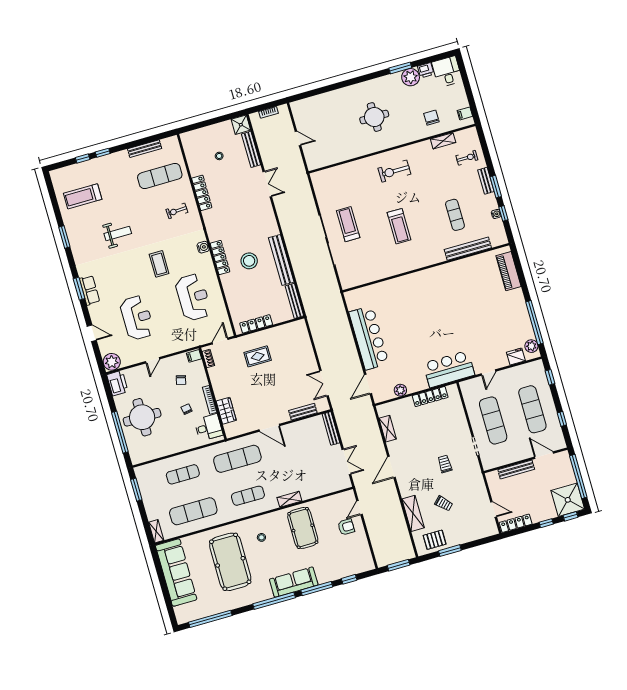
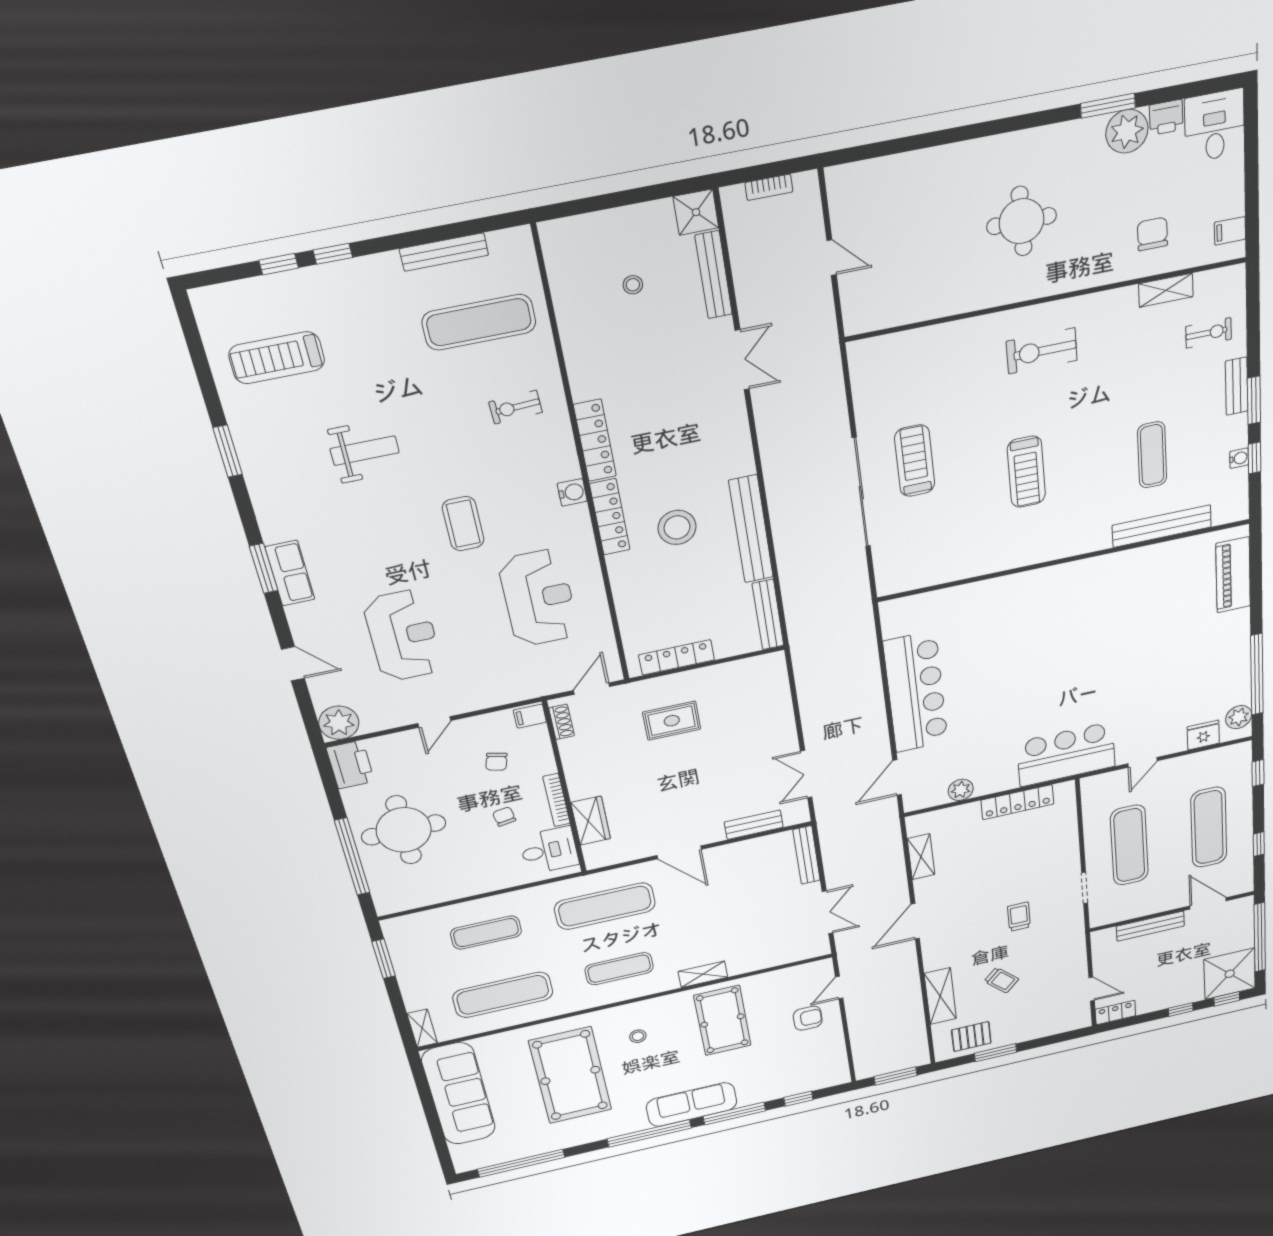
locker: (202, 193) -> (595, 440), moved
locker: (516, 523) -> (1115, 1013), width x0.66

